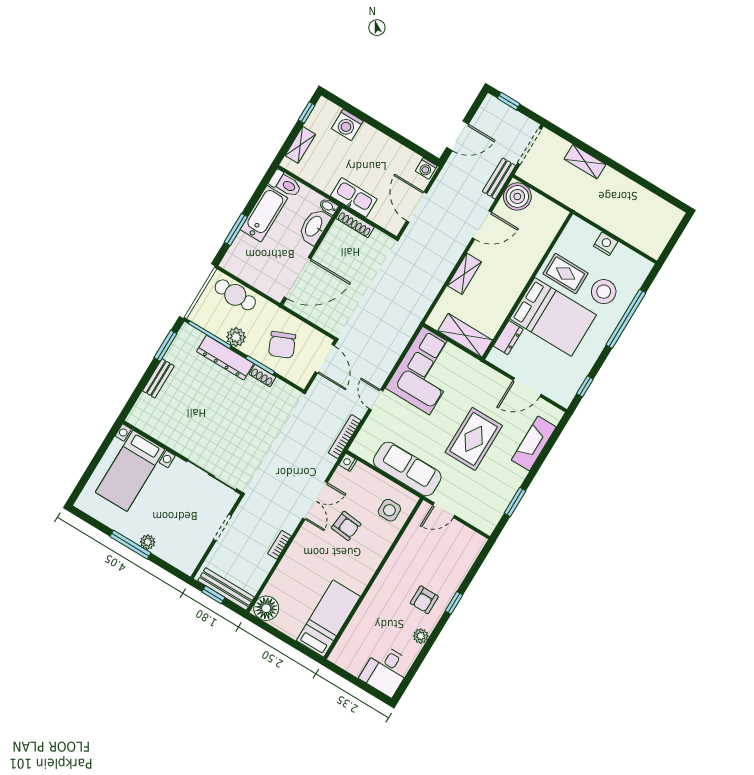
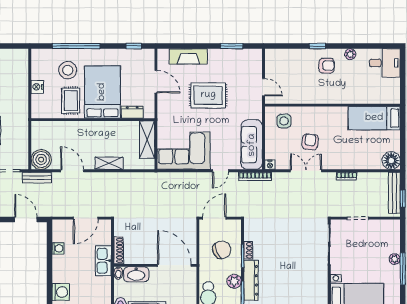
washing machine: (426, 168) -> (58, 248), moved
sofa: (407, 469) -> (252, 145), moved

